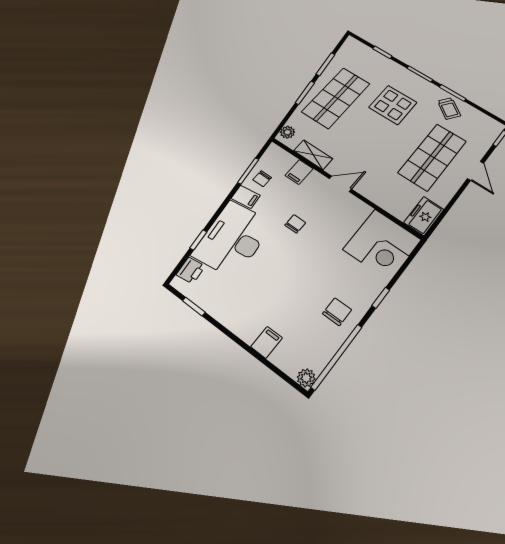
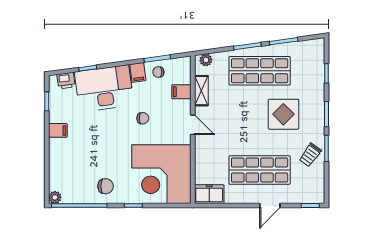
corner desk: (382, 244) -> (161, 174), width x1.36, depth x1.36
filing cabinet: (267, 342) -> (58, 130), moved

